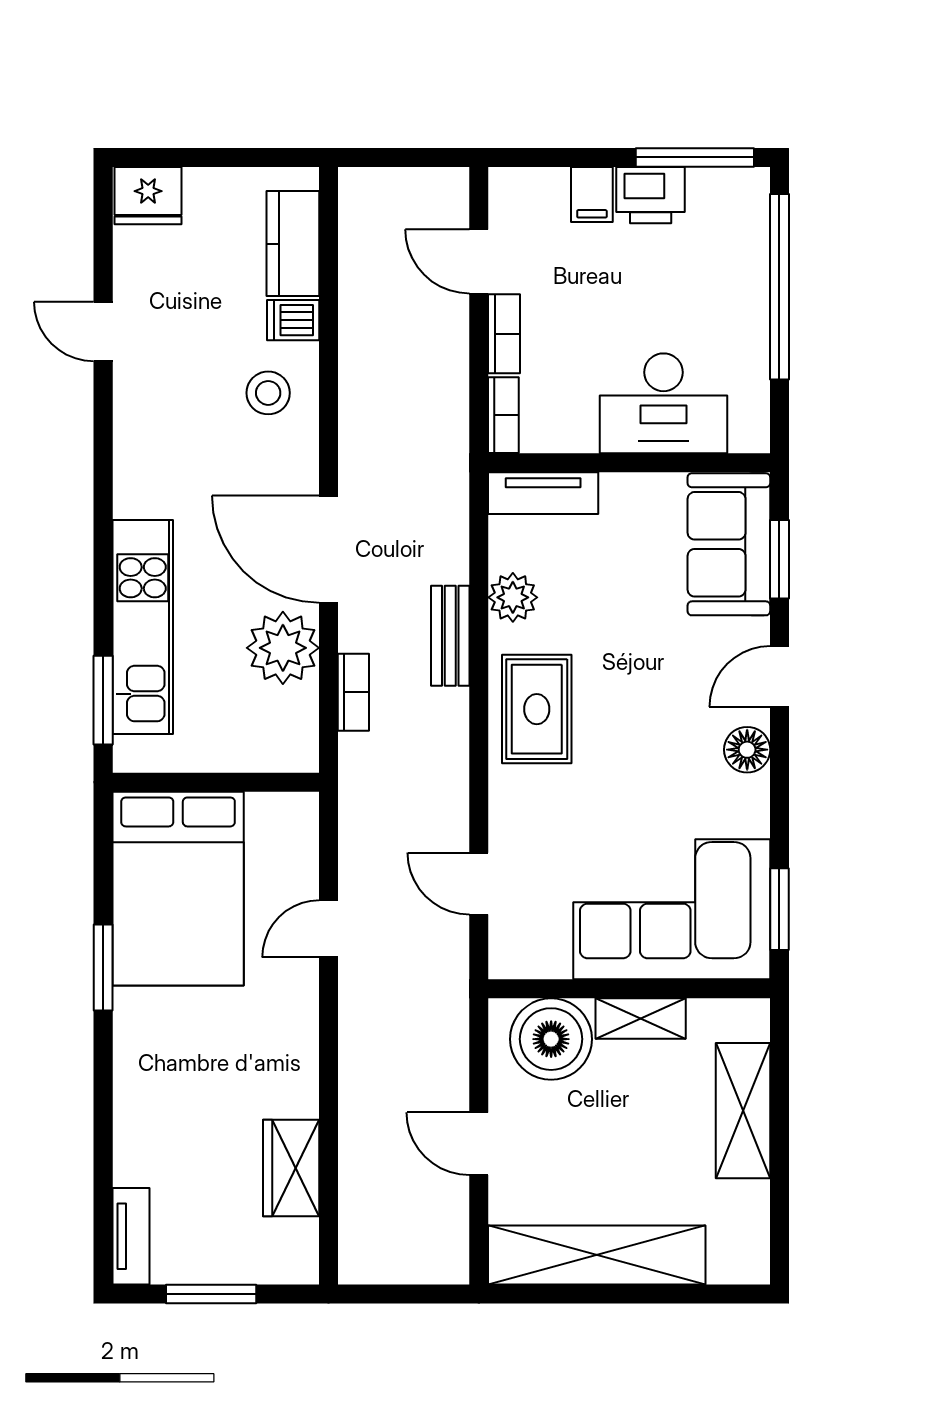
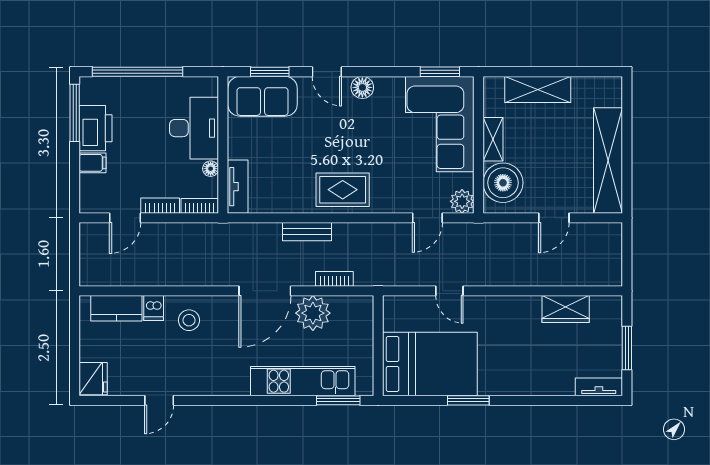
printer: (651, 195) -> (96, 128), width x1.37, depth x1.19
floor lamp: (580, 437) -> (211, 169), added
plant: (513, 597) -> (462, 201), moved

